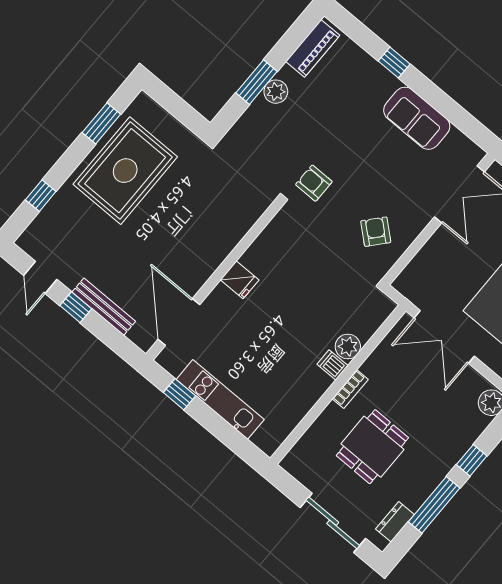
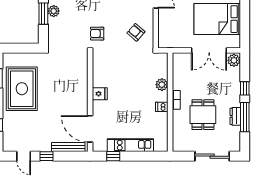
bench: (104, 307) -> (68, 147), moved
double door: (444, 337) -> (209, 50), moved
dishwasher: (332, 365) -> (162, 107), moved
dresser: (395, 522) -> (235, 116), moved

